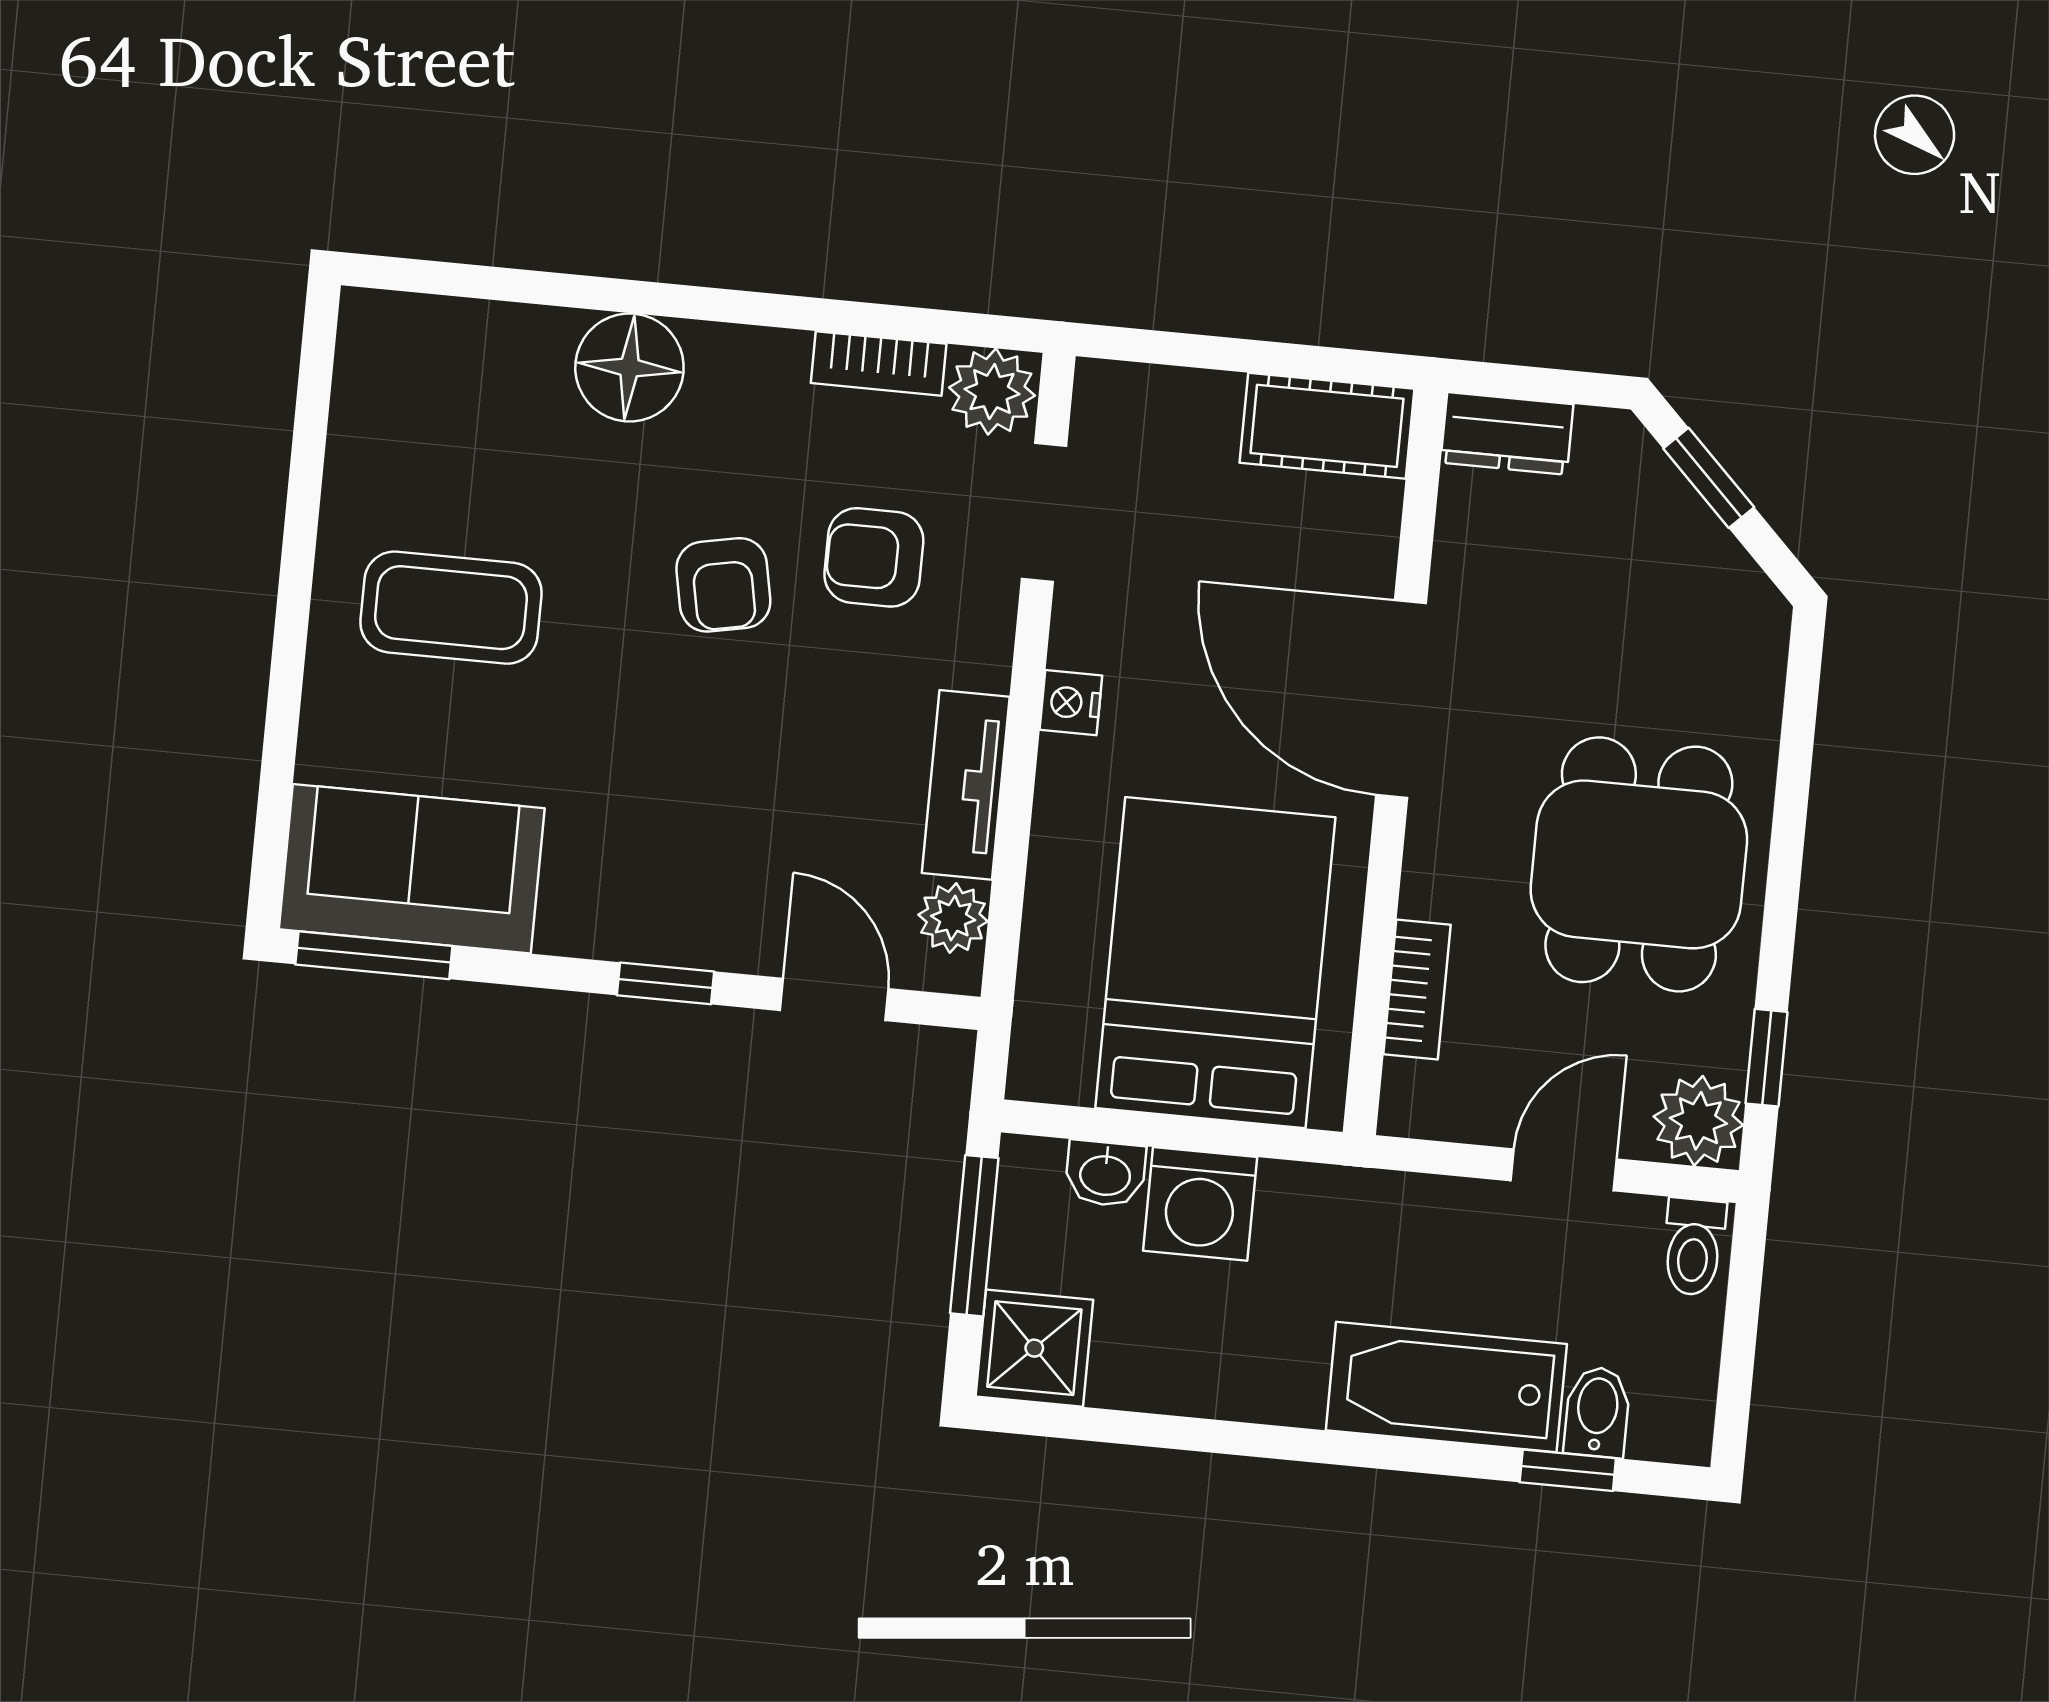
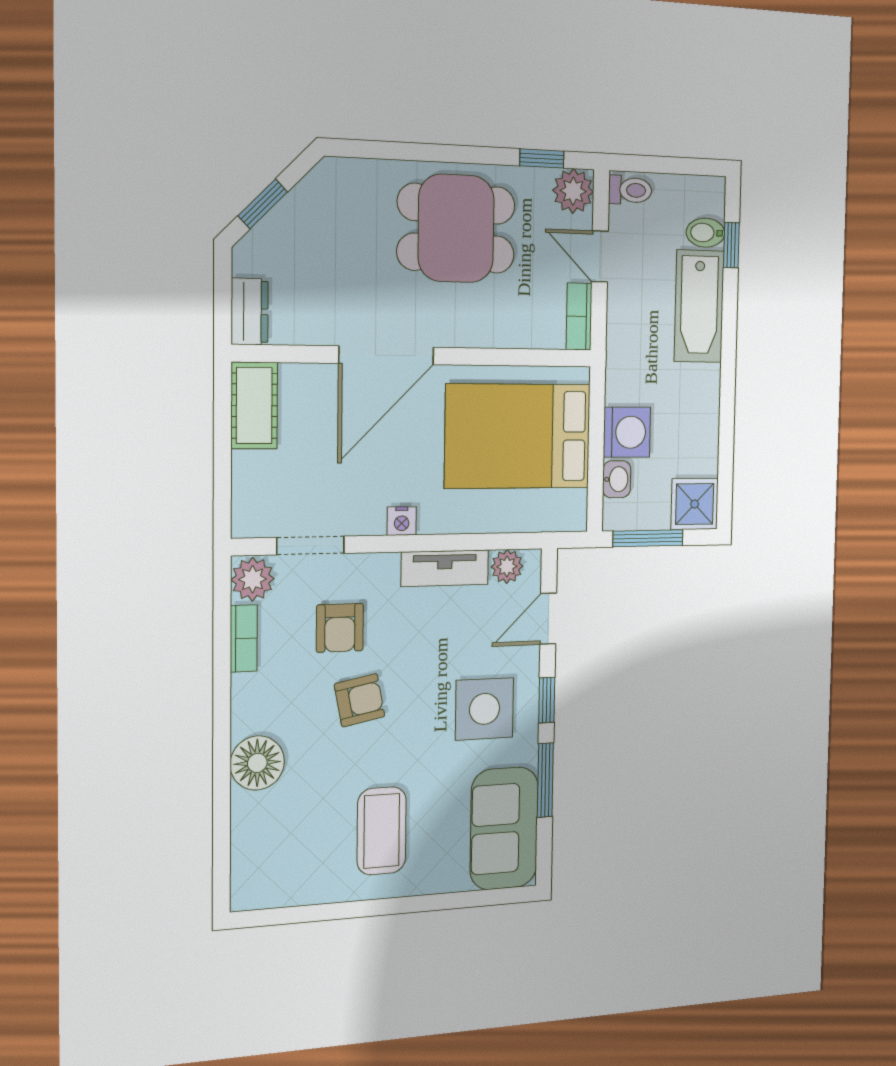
side table: (667, 846) -> (484, 709), added
window: (374, 955) -> (545, 780), moved
bookcase: (1417, 990) -> (579, 316), moved, turned -90

